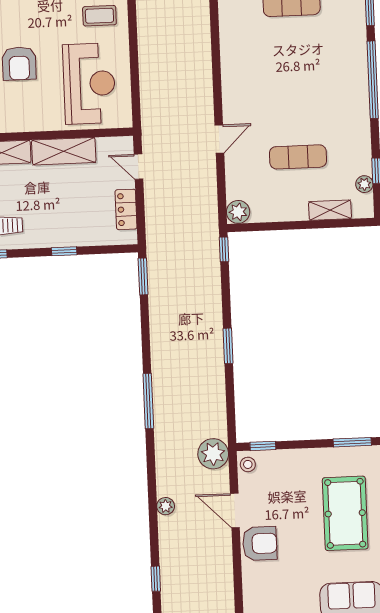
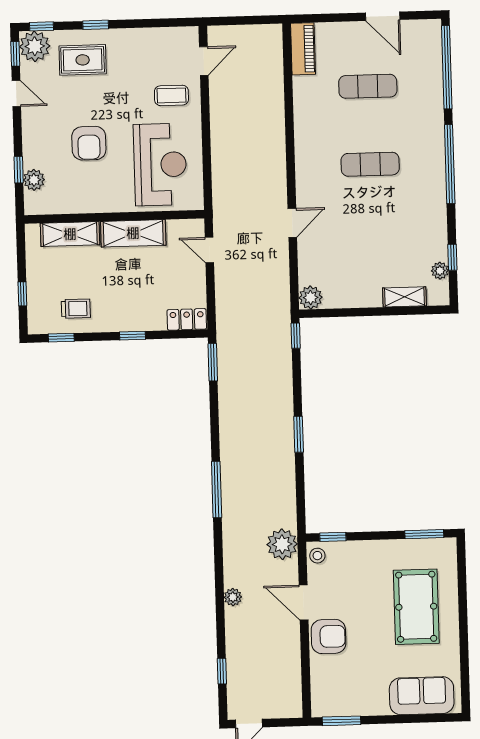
exercise mat: (298, 157) -> (370, 164), moved
locker: (126, 209) -> (187, 319), moved, turned 90

